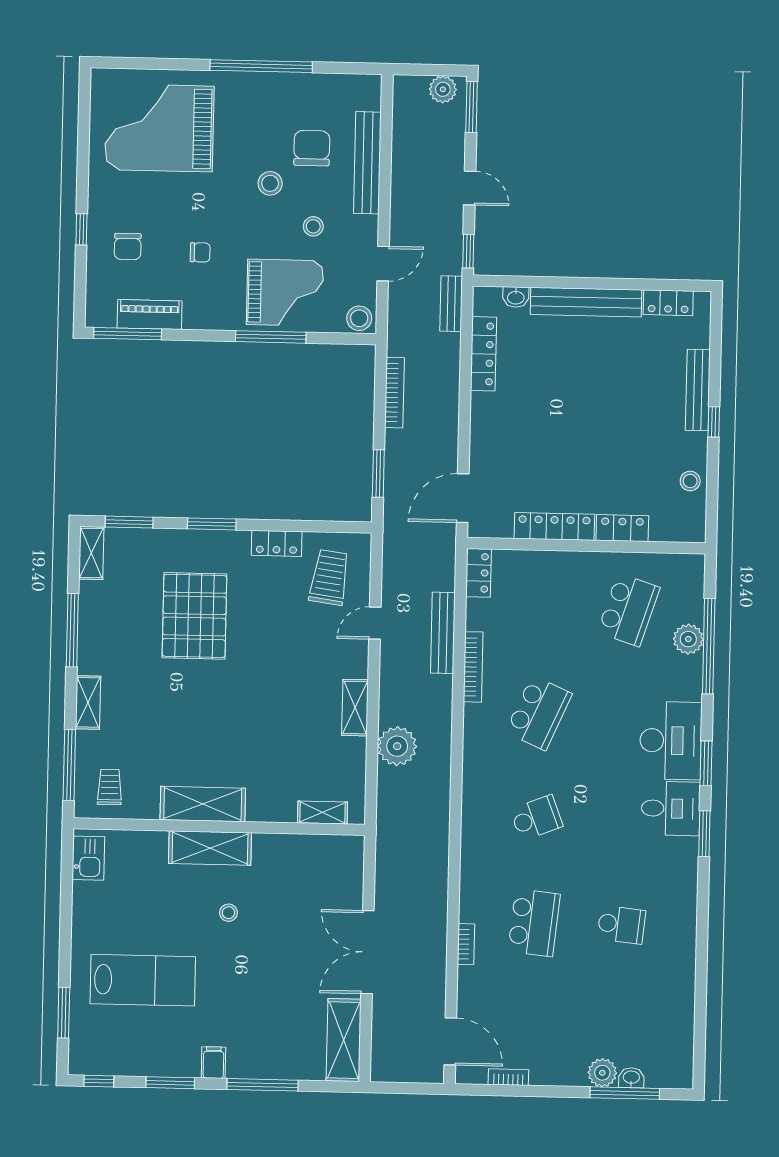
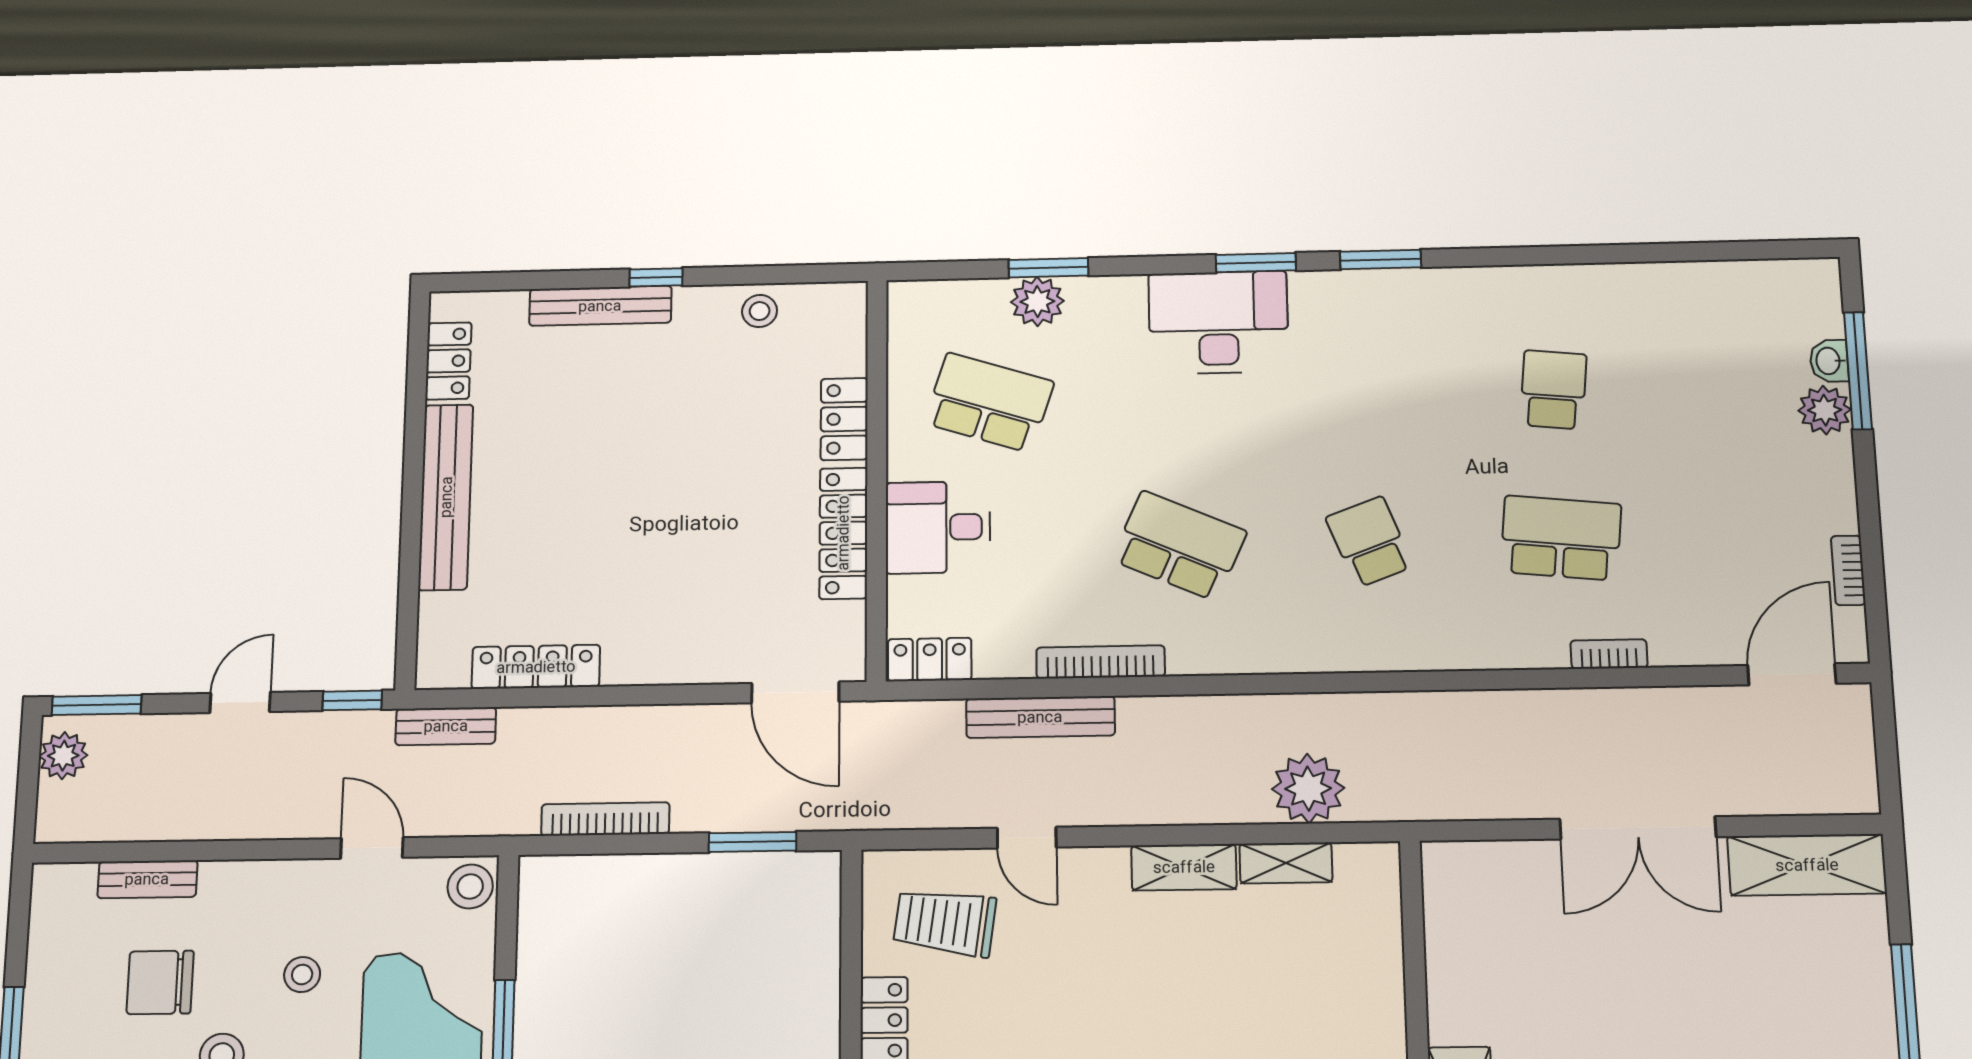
bench: (367, 163) -> (147, 879), width x0.54, depth x0.82
washbasin: (516, 297) -> (435, 616), removed
window: (709, 646) -> (1048, 268), width x0.47
plant: (397, 746) -> (1308, 789), moved
desk: (671, 808) -> (938, 527), moved, turned -90
shelving: (322, 812) -> (1286, 863), moved, turned 90

